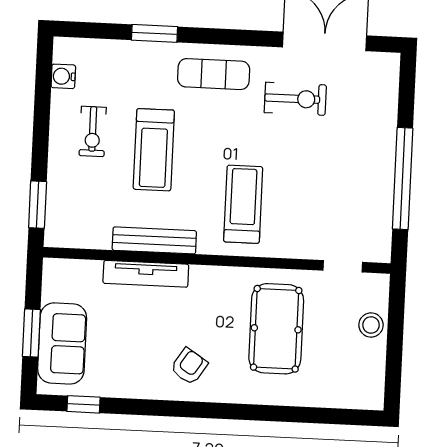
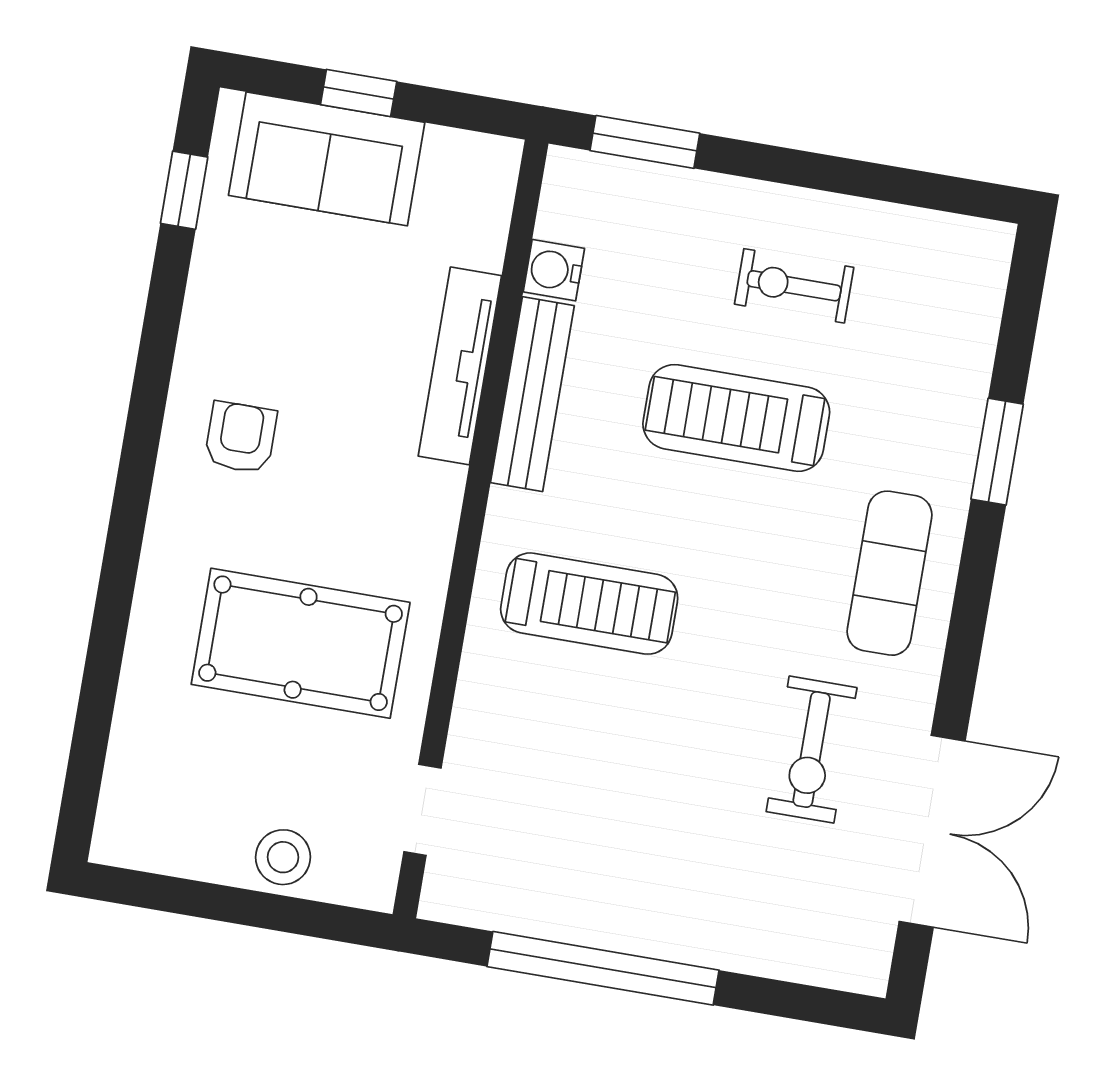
water cooler: (63, 76) -> (554, 270), moved, turned -90
window: (31, 333) -> (359, 93), width x0.67
armchair: (189, 366) -> (241, 437), turned -123

